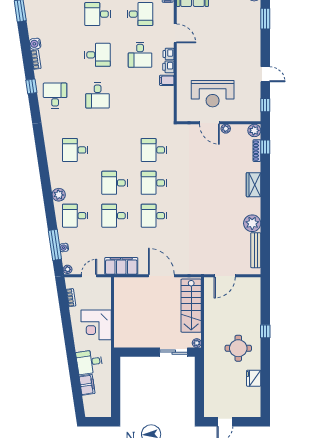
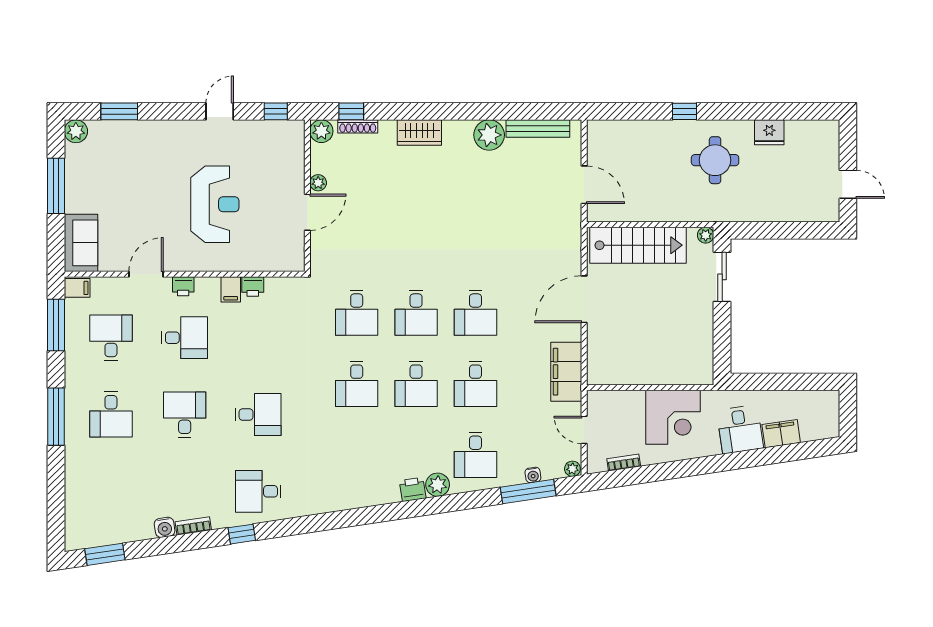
printer: (168, 67) -> (253, 286), moved
reception desk: (213, 94) -> (215, 204), moved
desk: (75, 150) -> (357, 384), moved
printer: (56, 181) -> (413, 489), added

